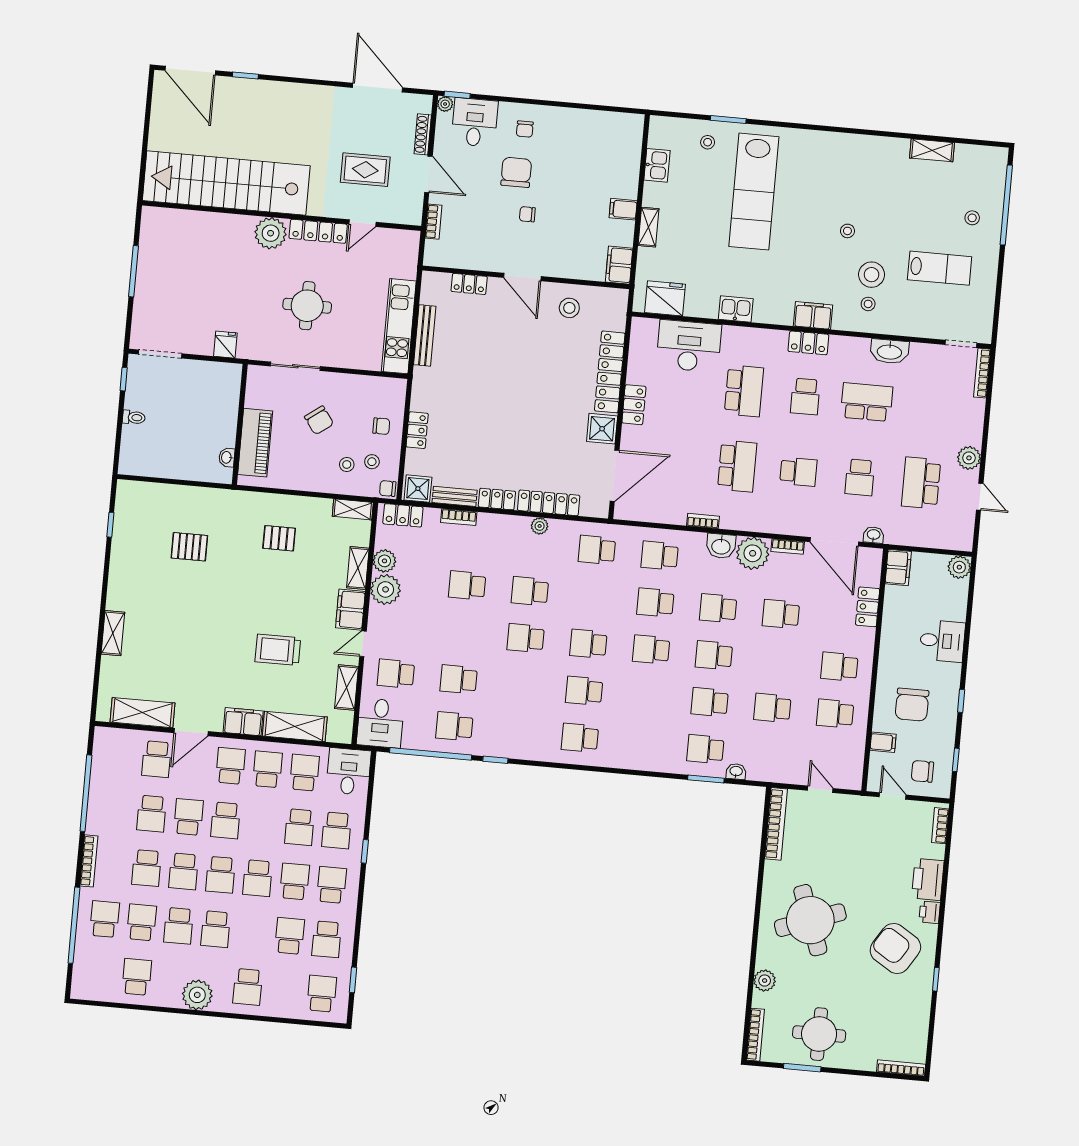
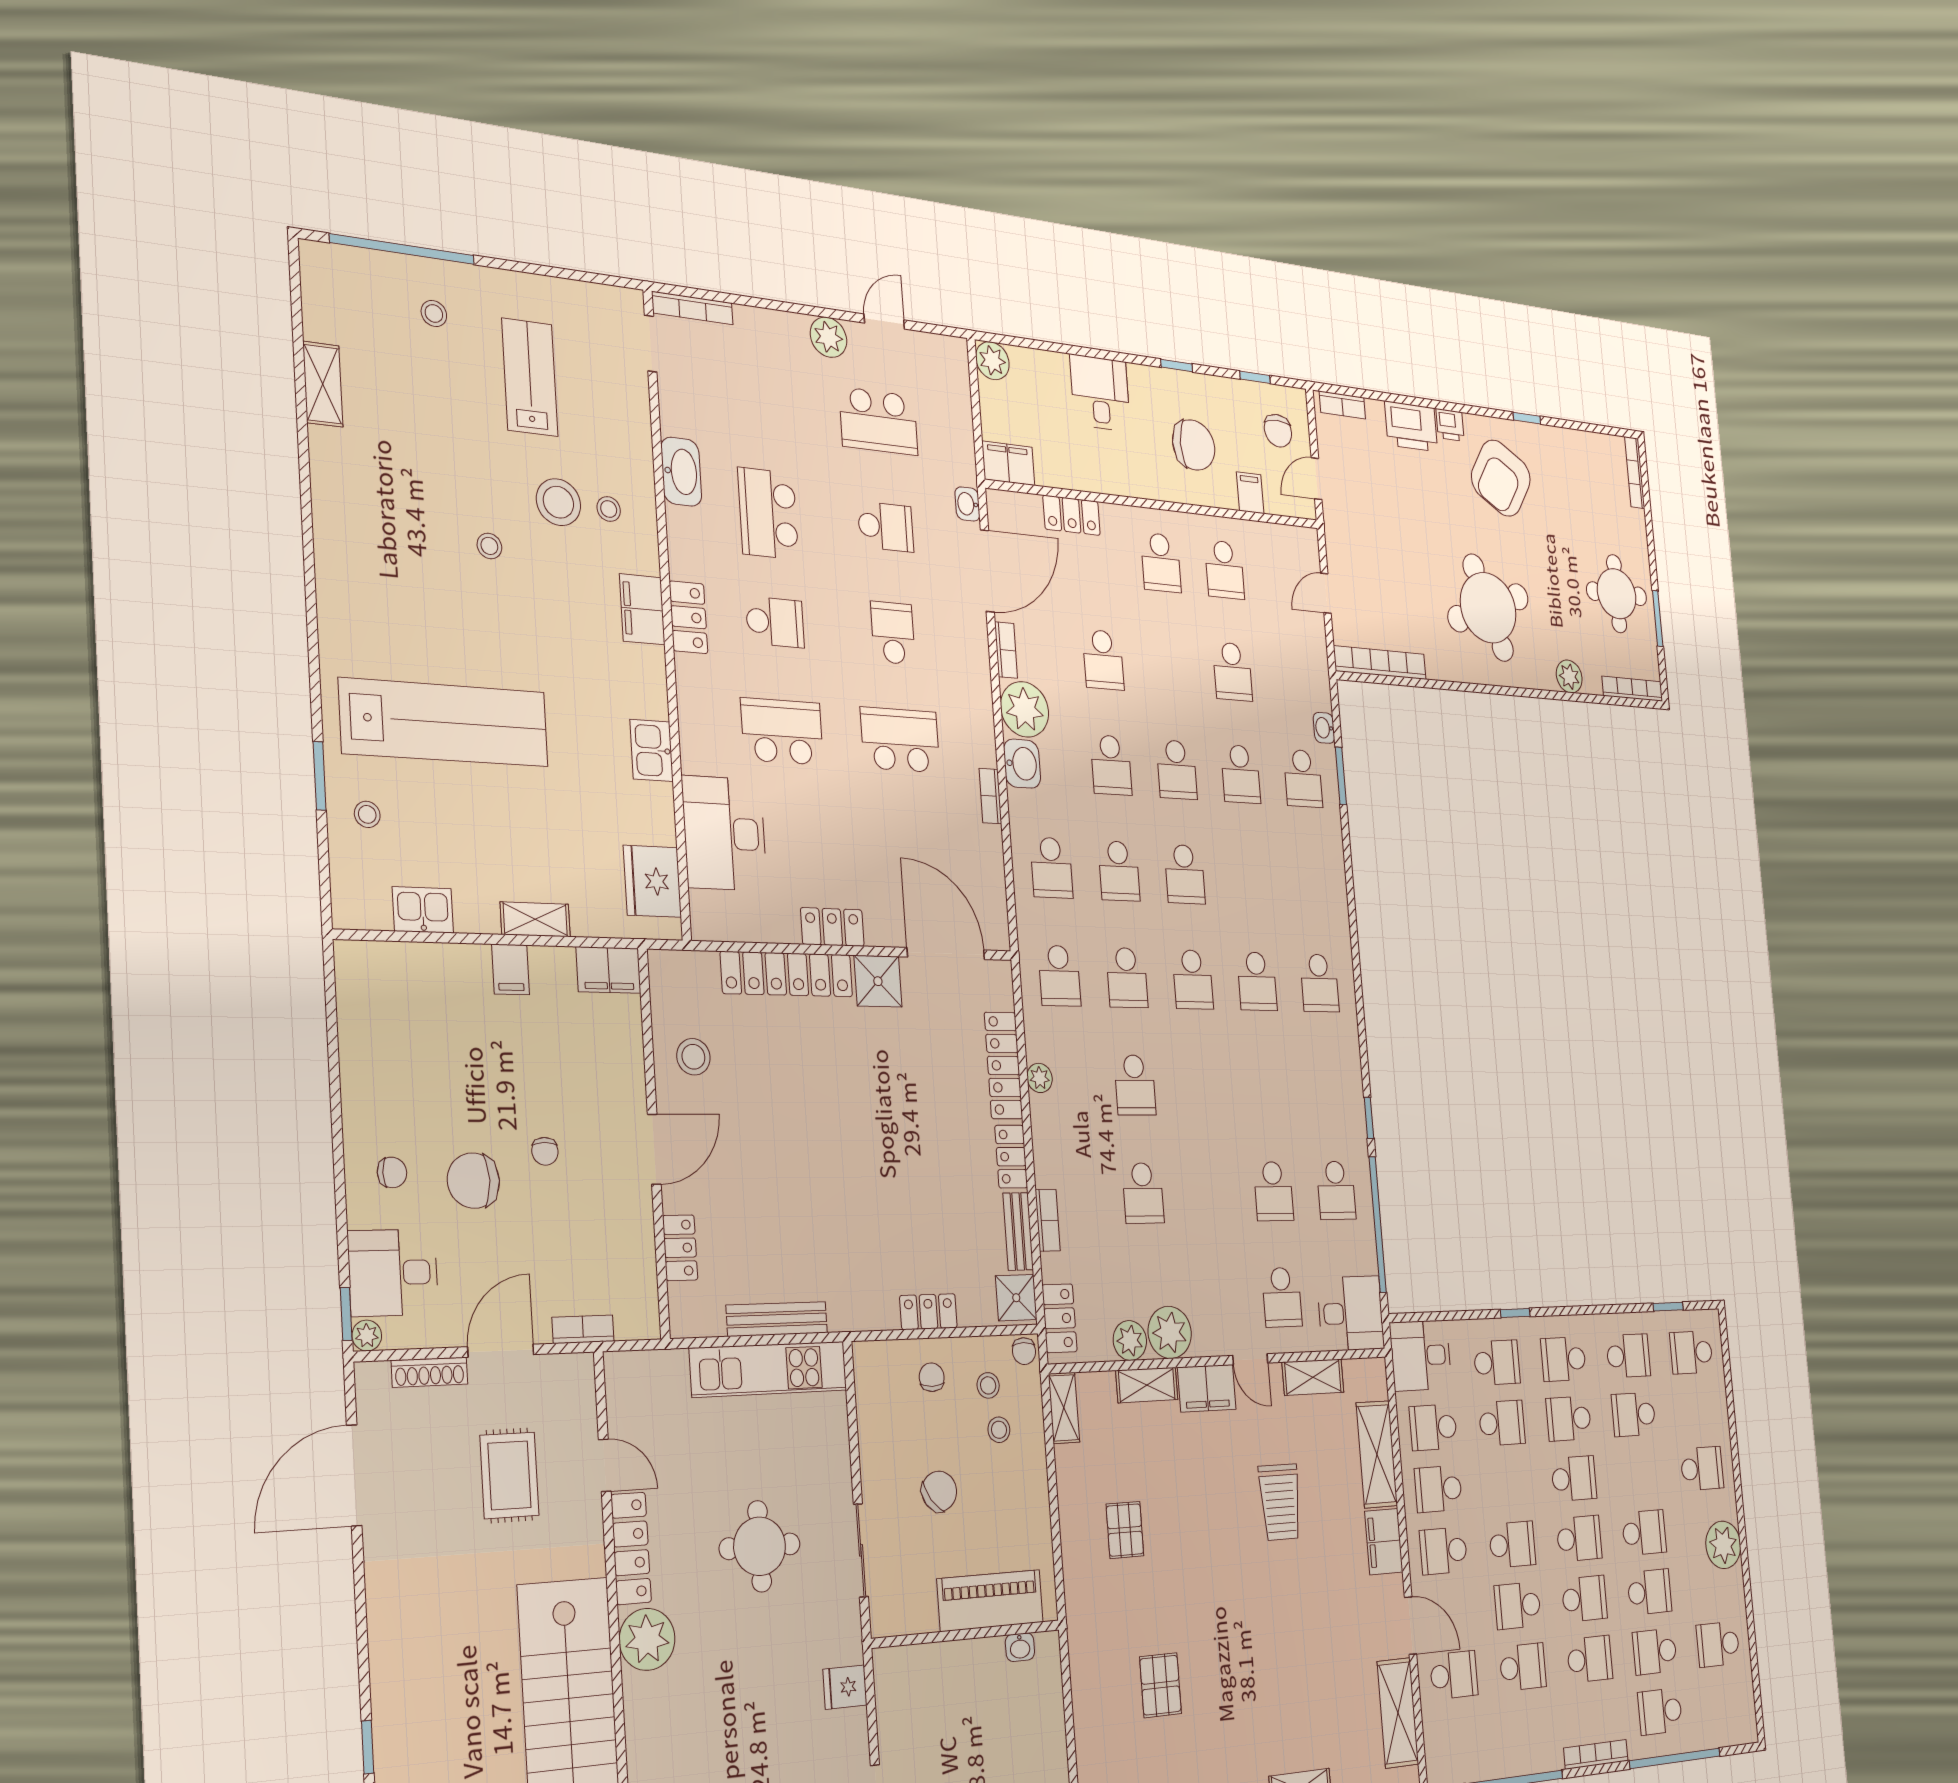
school desk: (526, 638) -> (1127, 978), moved

